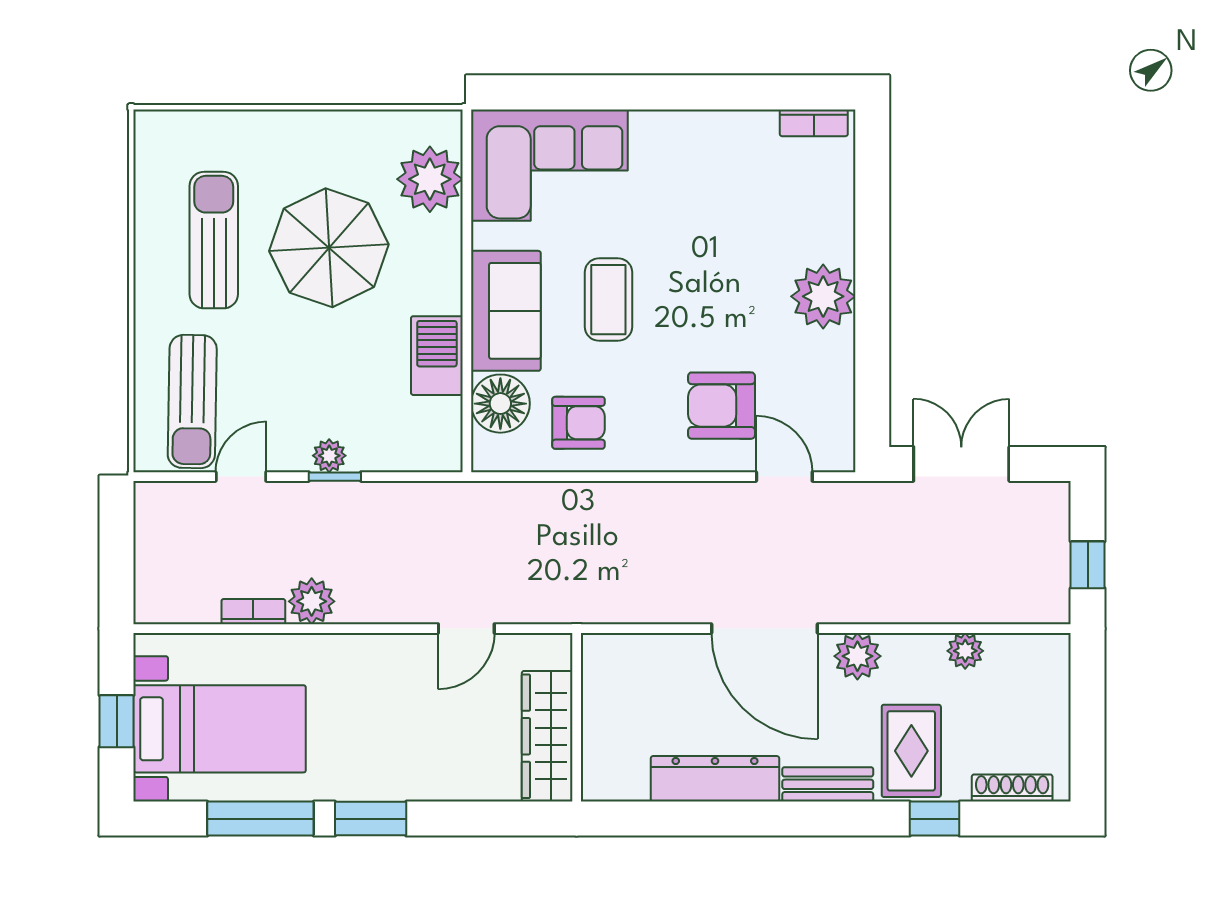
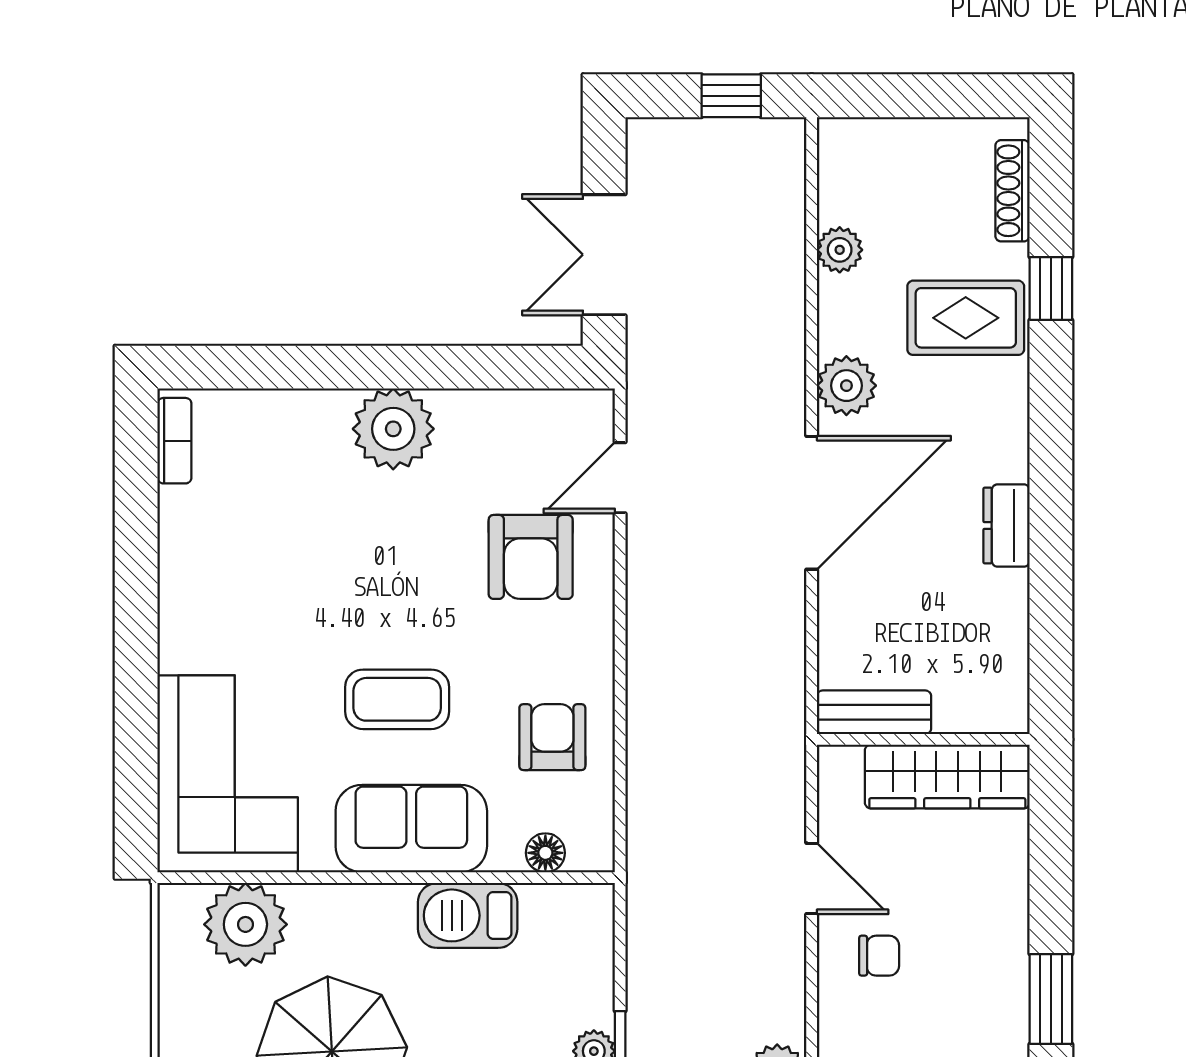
floor lamp: (500, 404) -> (545, 853), width x0.53, depth x0.53
chair: (405, 682) -> (879, 956), added
dresser: (715, 779) -> (1007, 526), width x0.51, depth x0.80
bench: (828, 784) -> (874, 712), moved, turned 90

